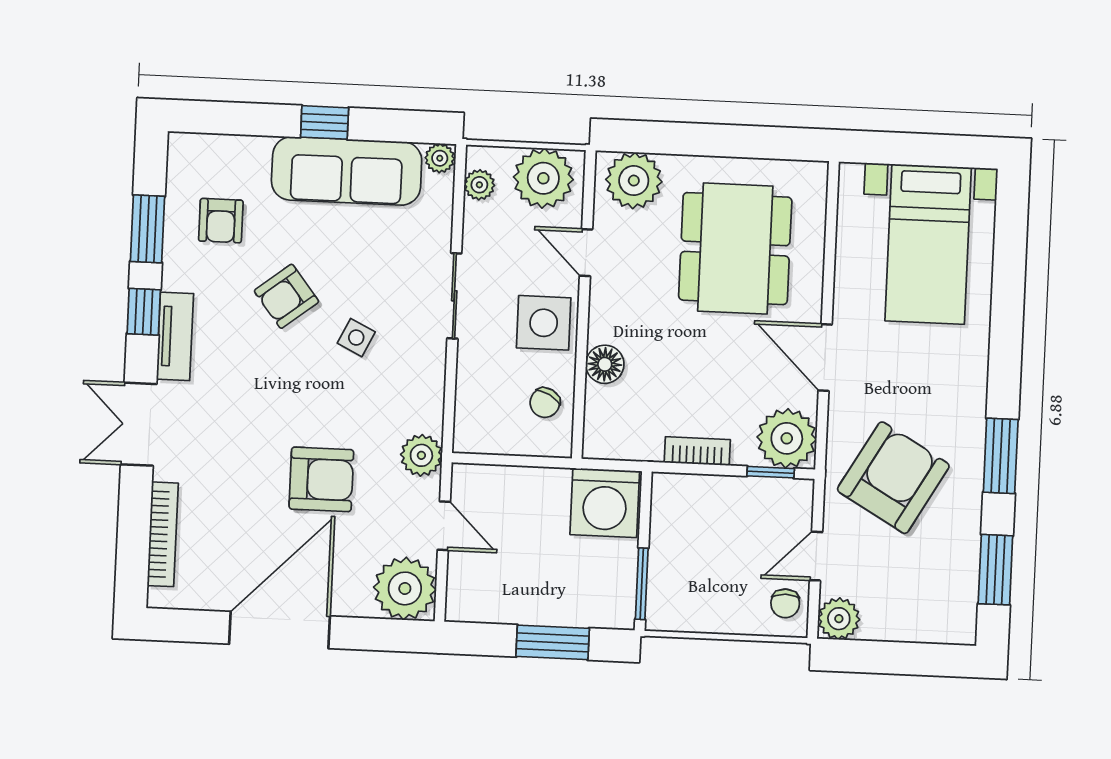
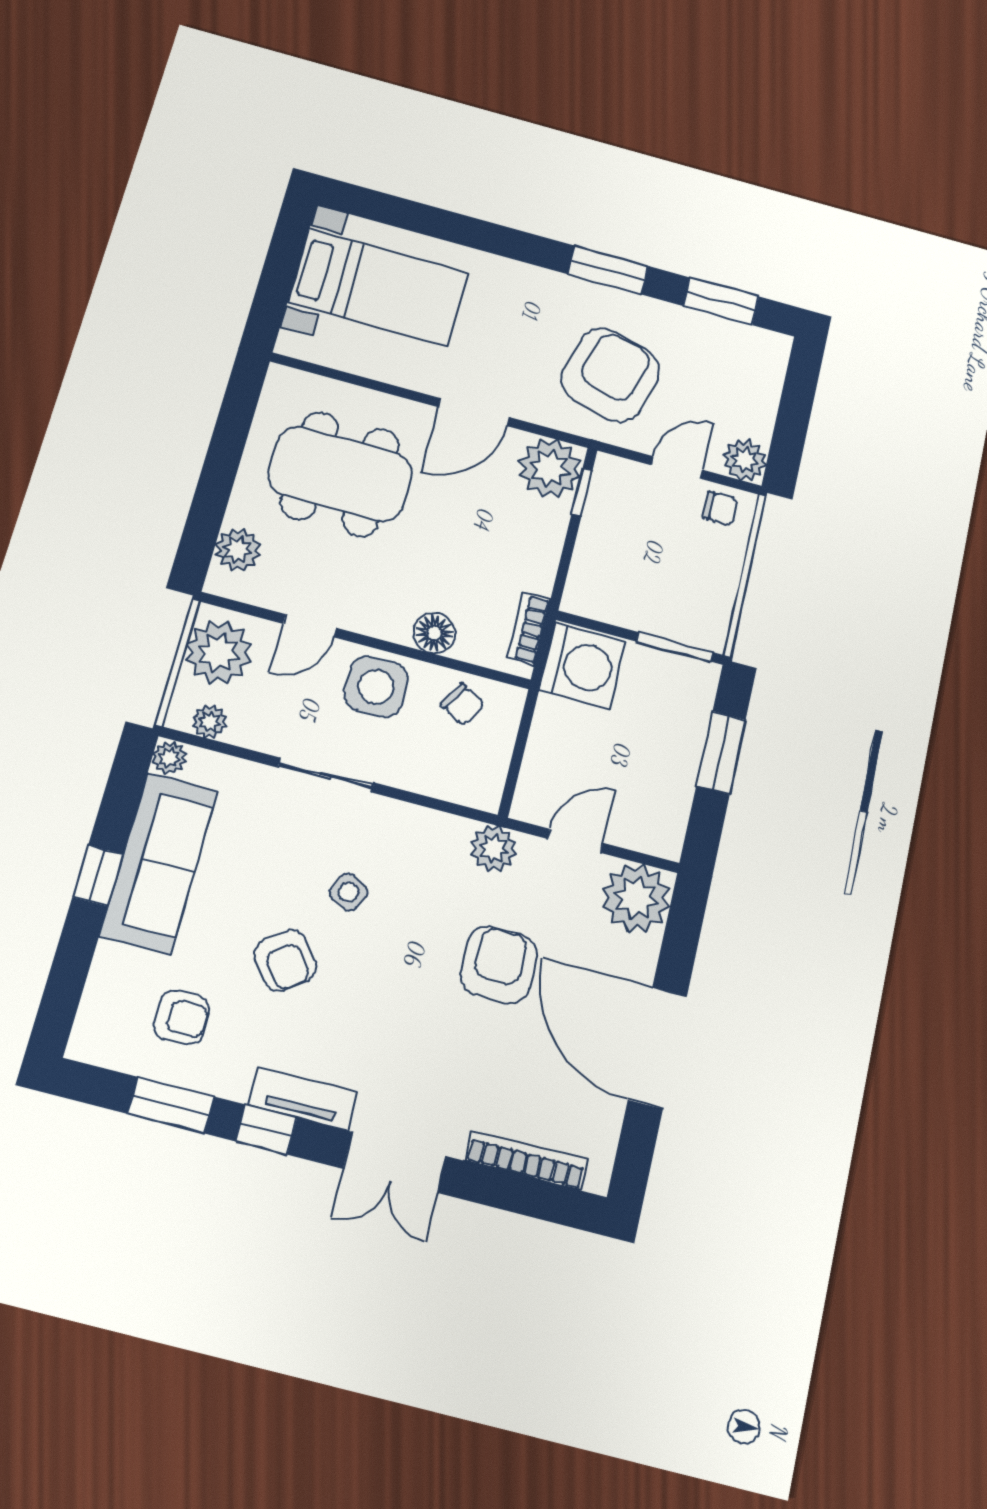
plant: (634, 181) -> (238, 550), width x0.73, depth x0.73
bookcase: (697, 451) -> (529, 628), moved
armchair: (893, 478) -> (610, 375), turned 76
door: (816, 556) -> (677, 467), swing flipped

